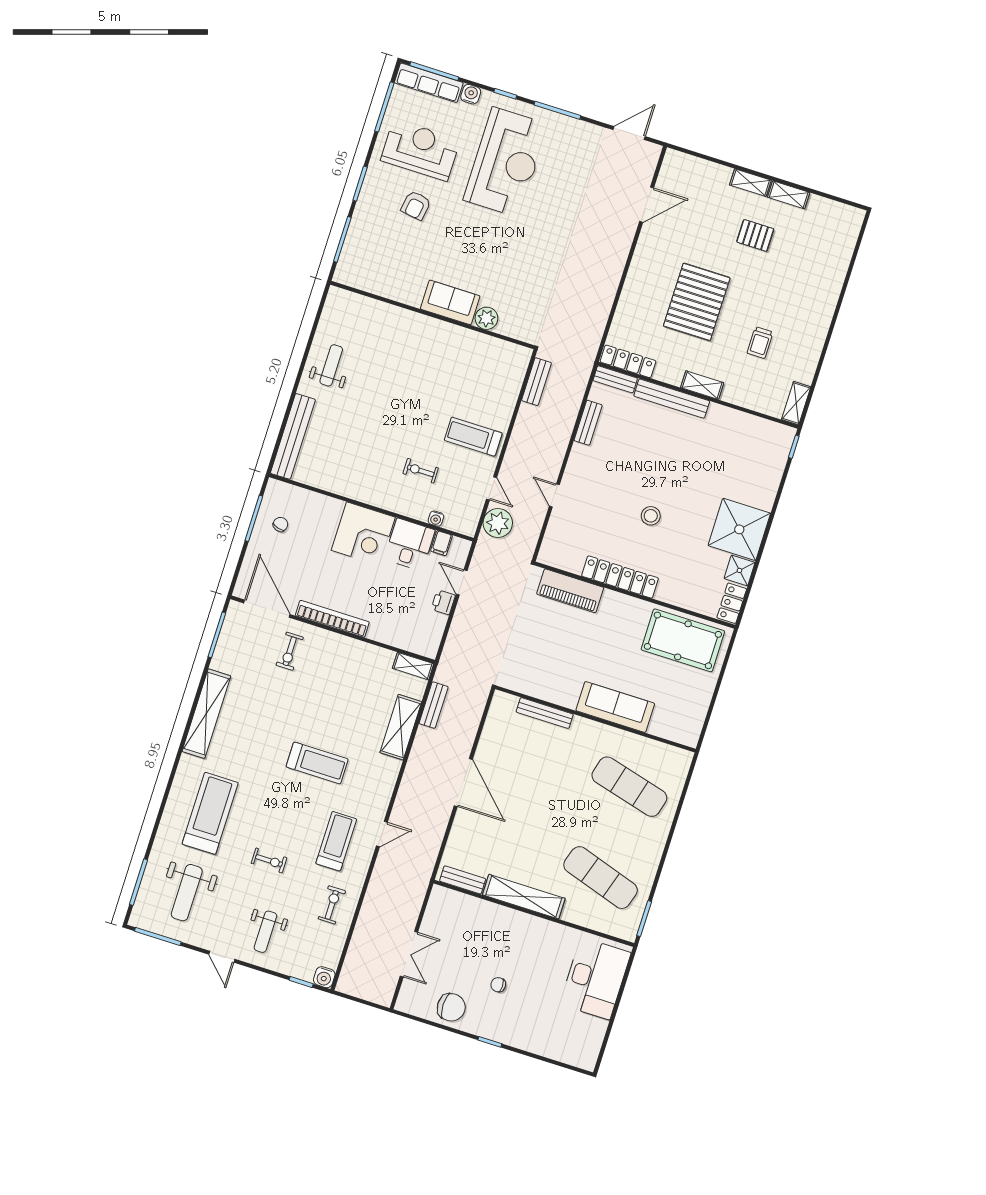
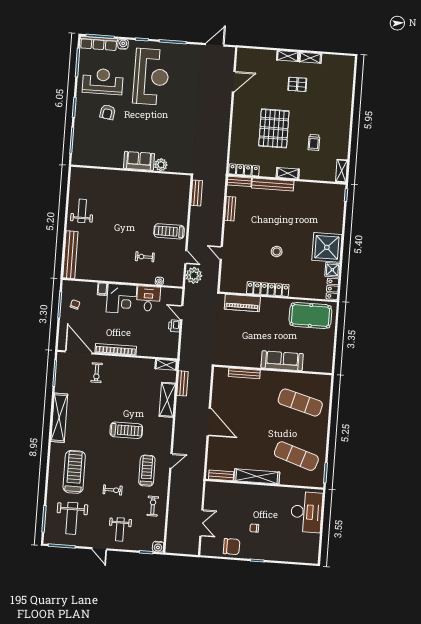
filing cabinet: (441, 543) -> (102, 289), moved

